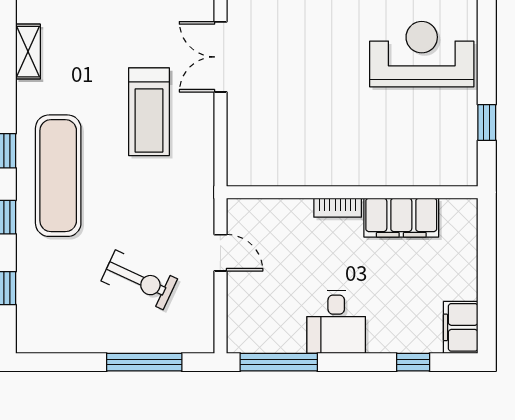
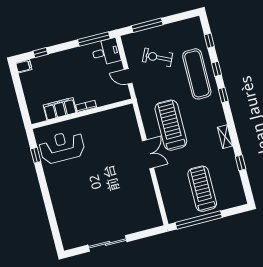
reception desk: (422, 54) -> (62, 147), moved, turned 180
treadmill: (149, 112) -> (171, 125), width x1.37, depth x1.38
exercise mat: (58, 176) -> (197, 74), moved
desk: (336, 322) -> (106, 52), moved, turned 90
filing cabinet: (461, 327) -> (24, 66), width x0.50

